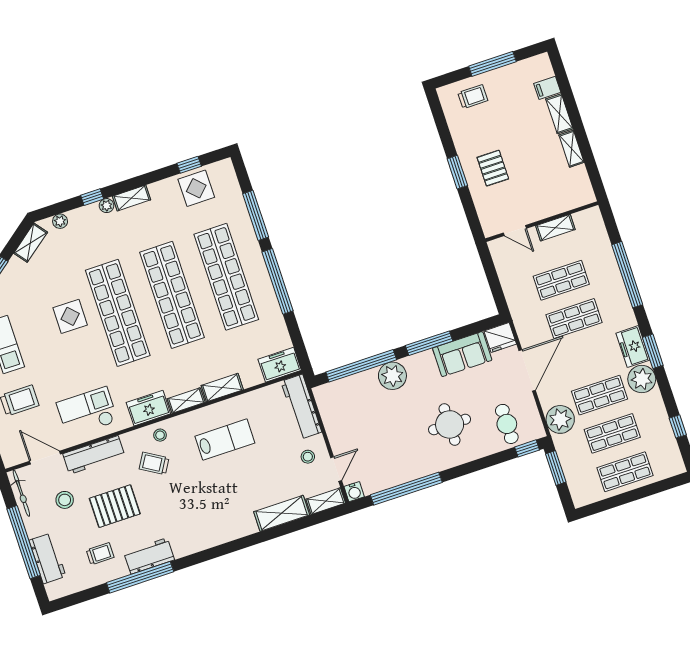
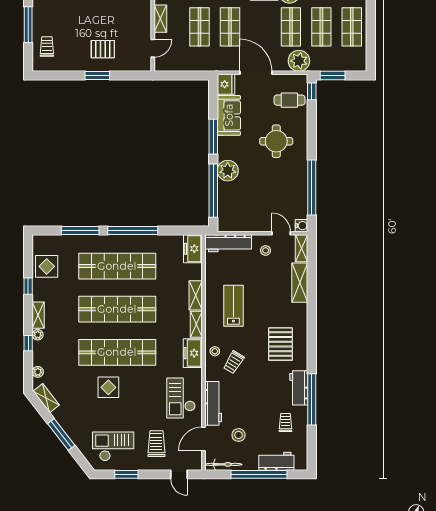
window: (189, 165) -> (28, 286), moved
pallet: (115, 506) -> (280, 344), moved

